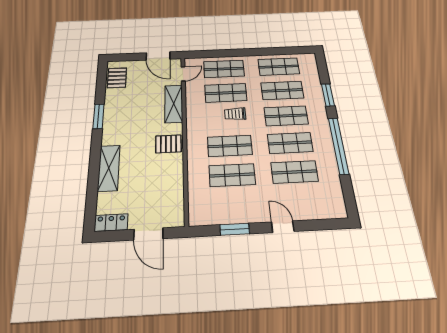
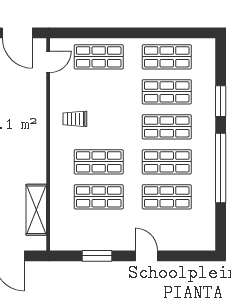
shop shelf: (226, 93) -> (99, 92), removed
shelving: (174, 104) -> (36, 210), moved
trolley: (235, 114) -> (75, 119), moved
pallet: (168, 144) -> (30, 156), removed

